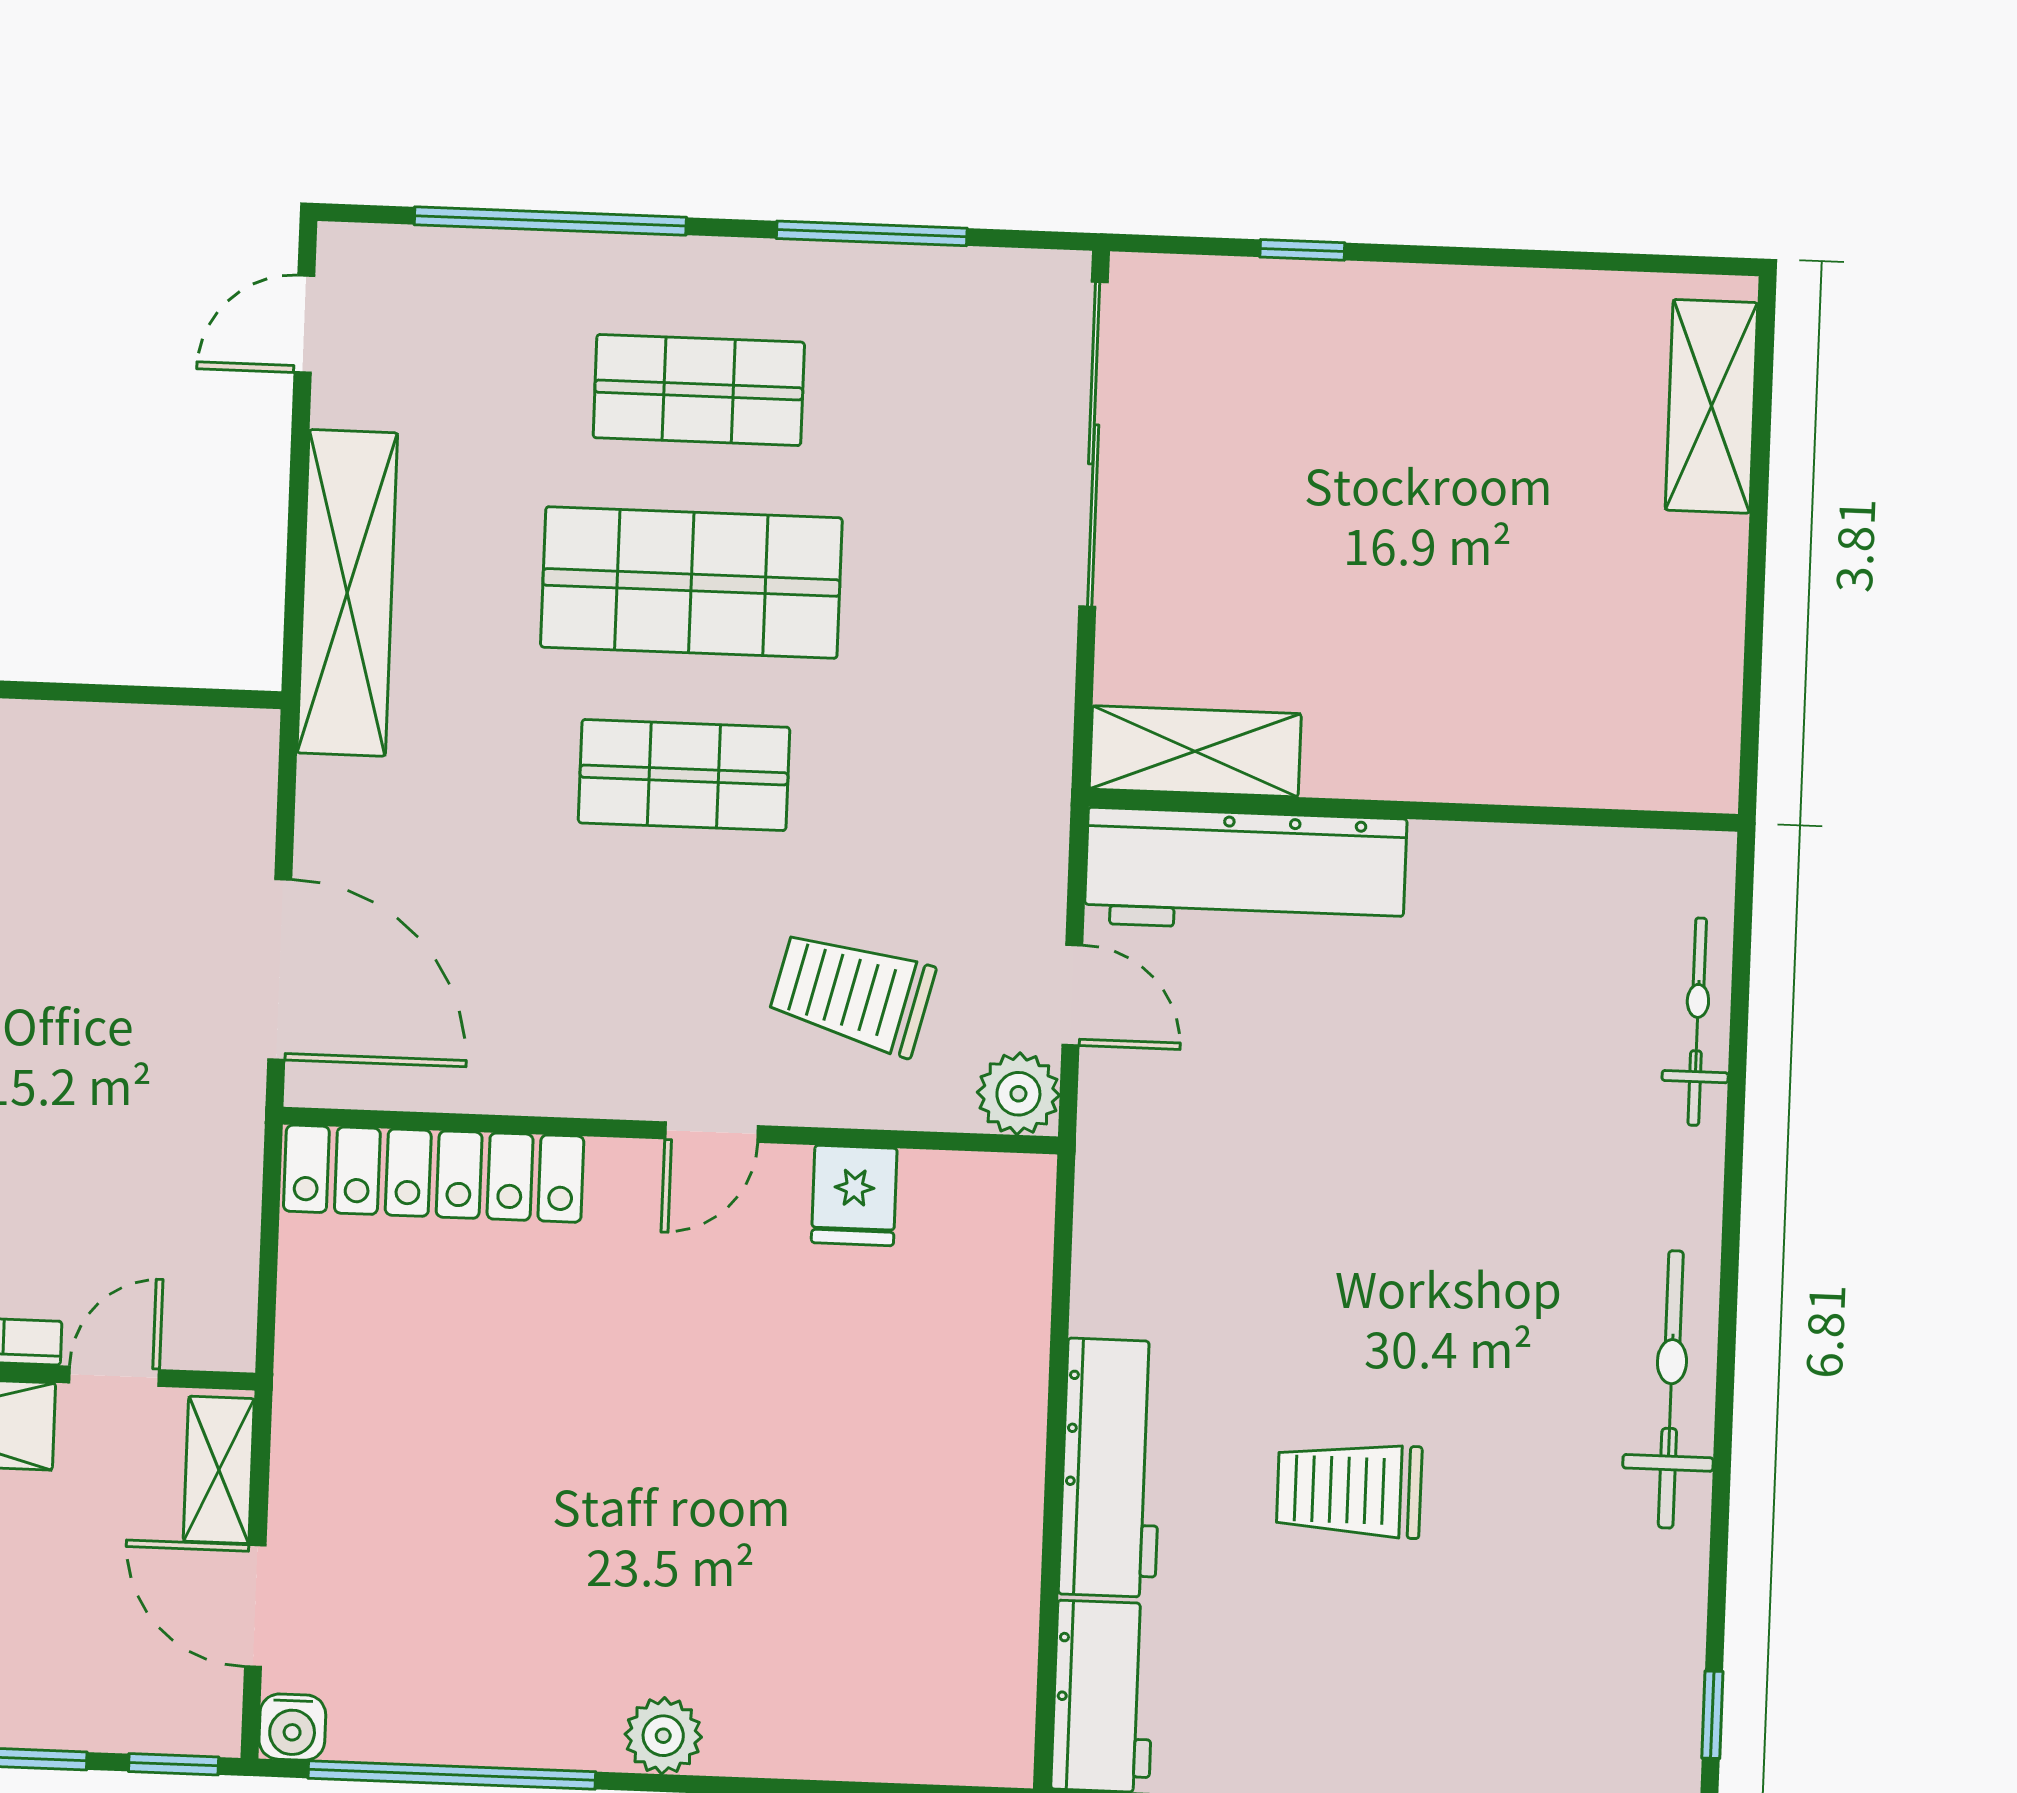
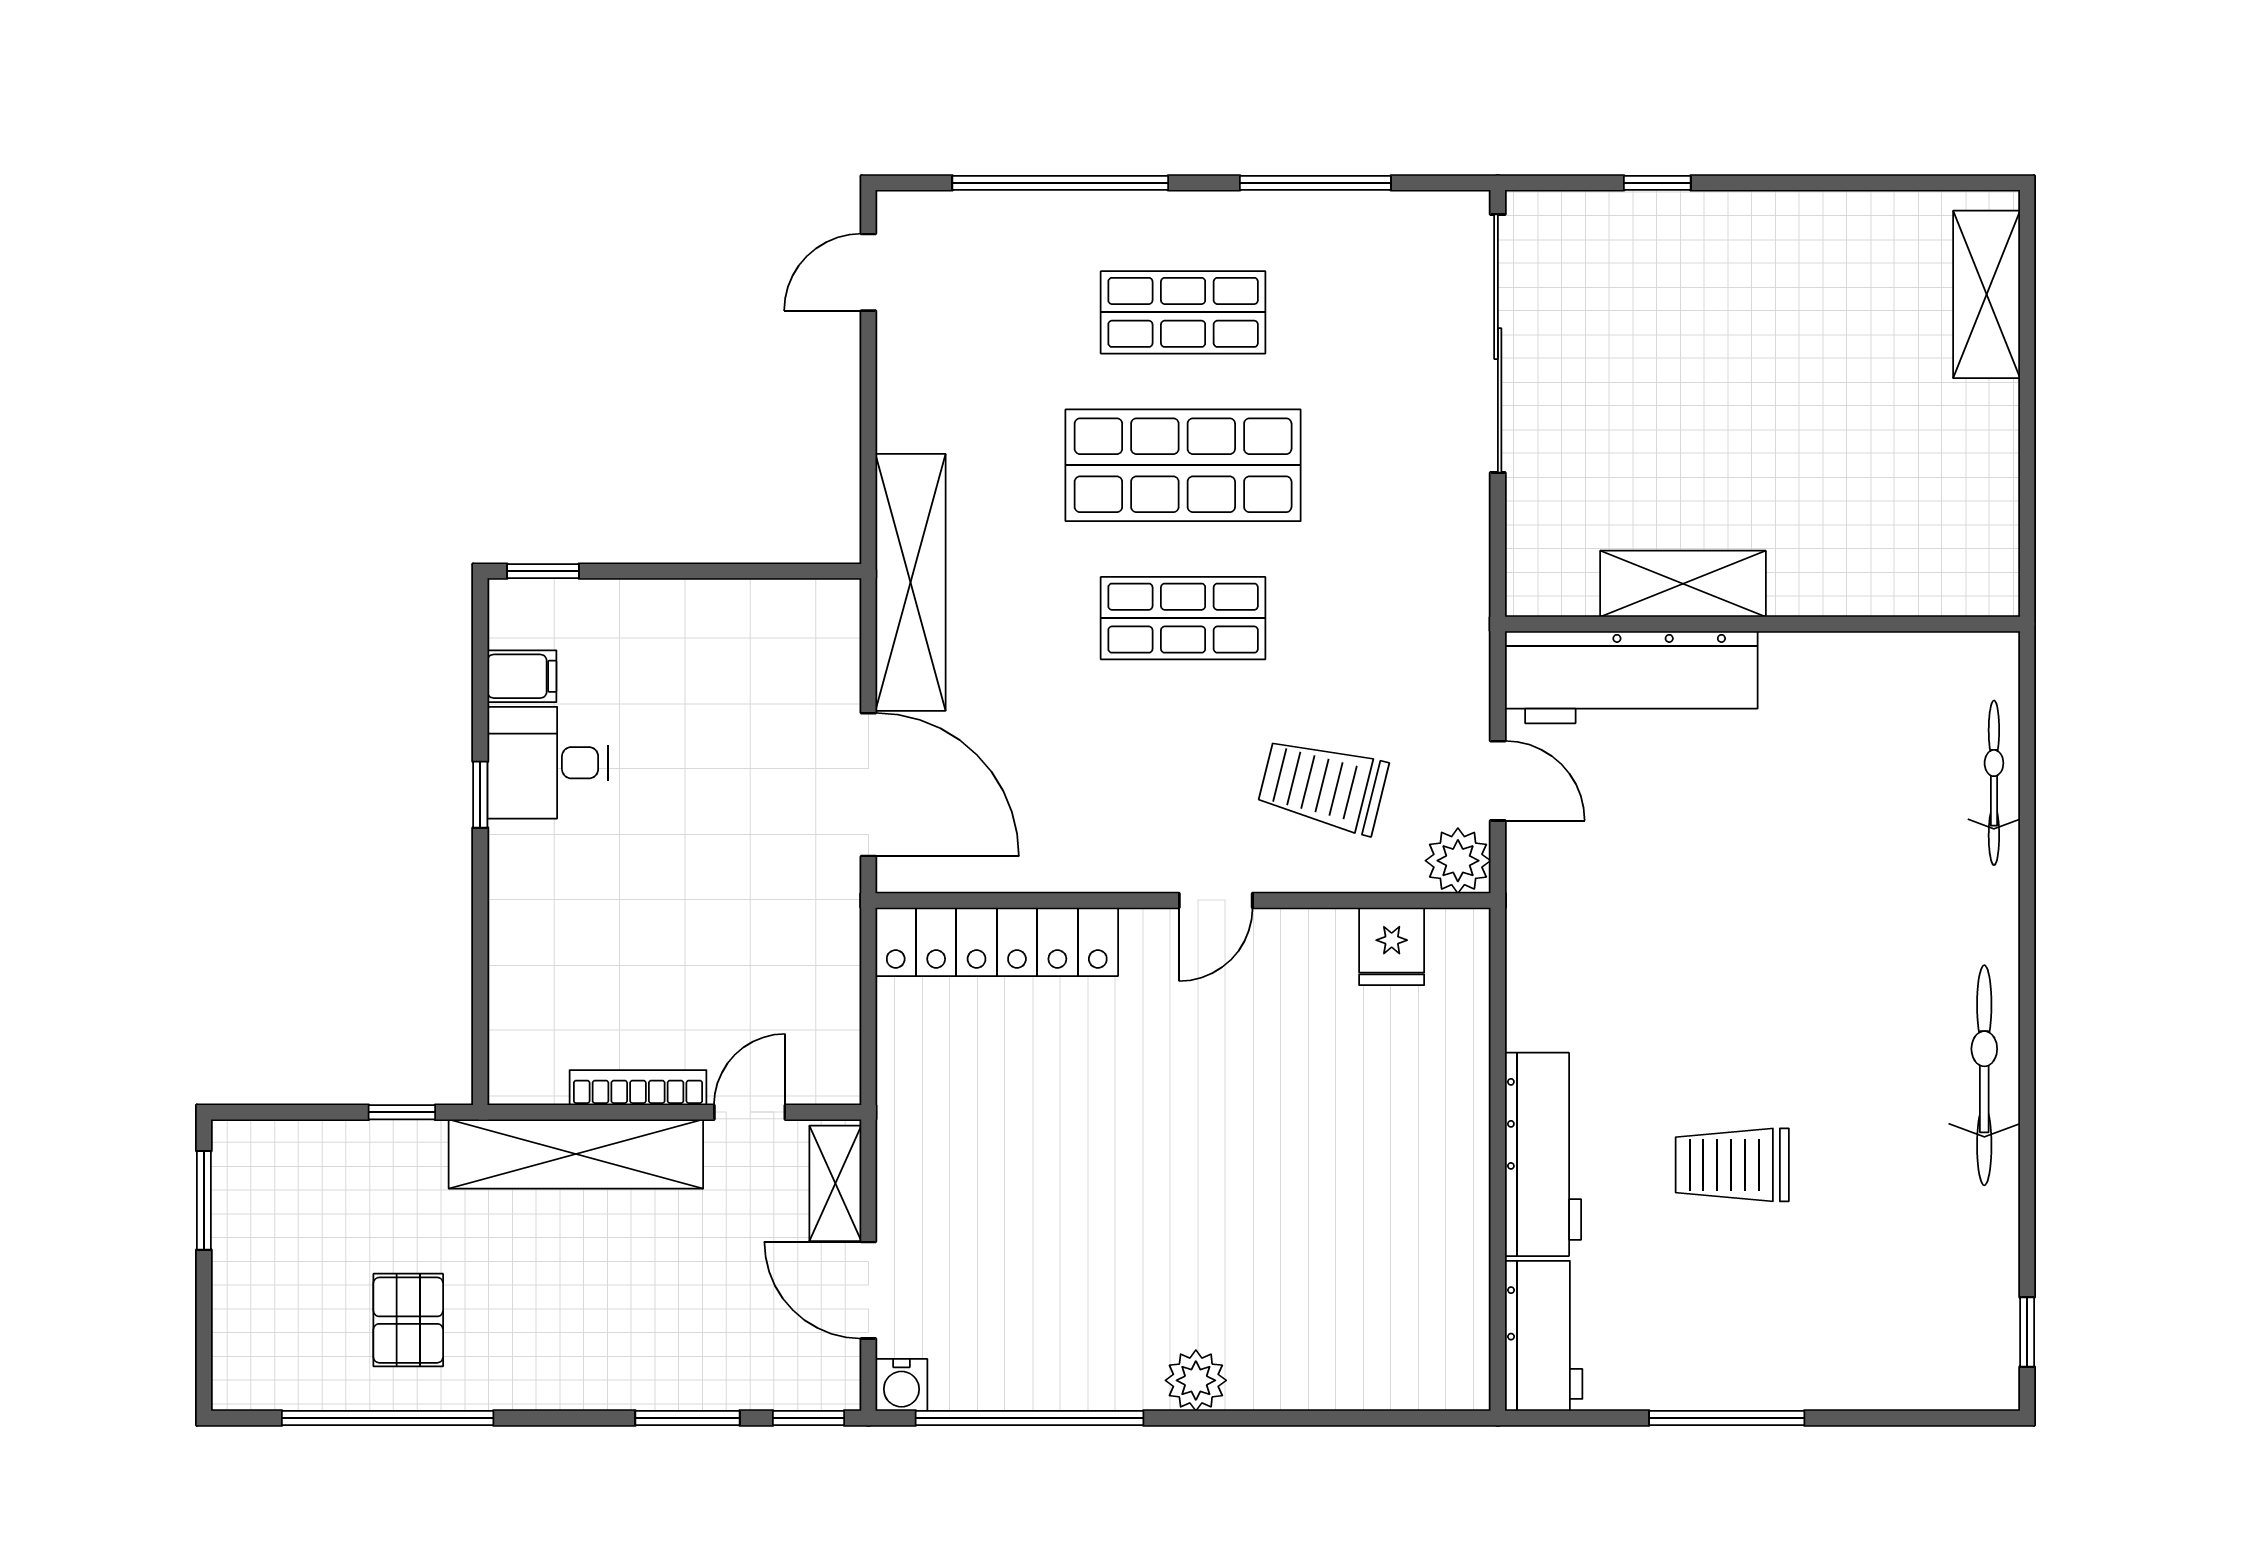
shelving: (347, 593) -> (911, 582), moved
shelving: (1195, 751) -> (1683, 584), moved
fridge: (854, 1195) -> (1392, 946), moved

